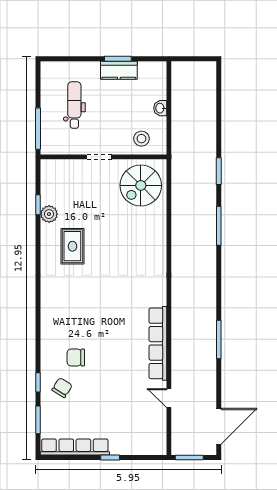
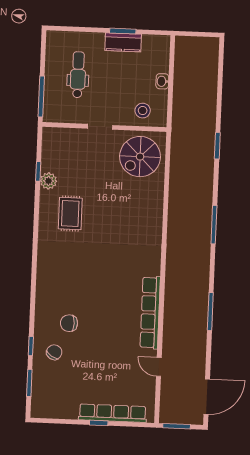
window: (219, 226) -> (214, 225), moved
row of seats: (75, 447) -> (113, 413), moved

